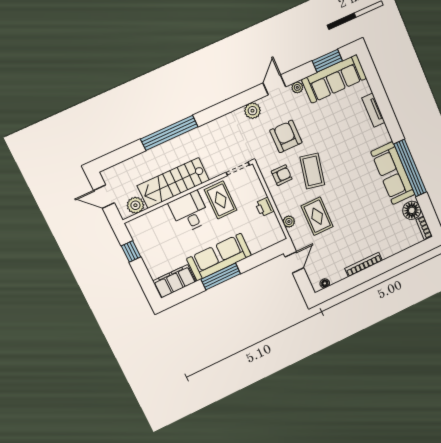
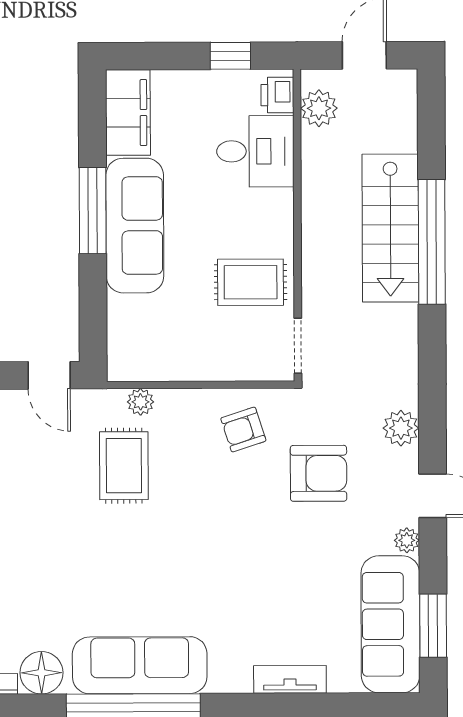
coffee table: (312, 171) -> (223, 497), removed
armchair: (282, 175) -> (243, 429), turned 72
stairs: (173, 183) -> (390, 228), moved, turned 180
printer: (265, 207) -> (277, 95), moved, turned -90
desk: (190, 212) -> (255, 151), moved
rug: (317, 216) -> (124, 466), turned 90

